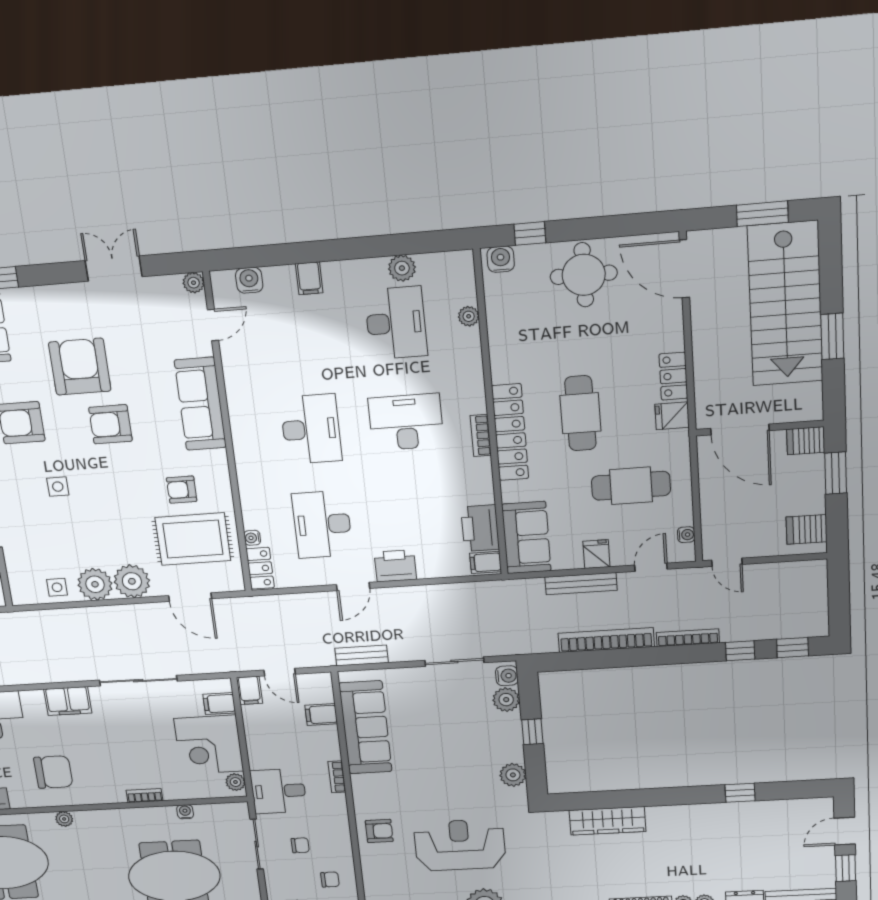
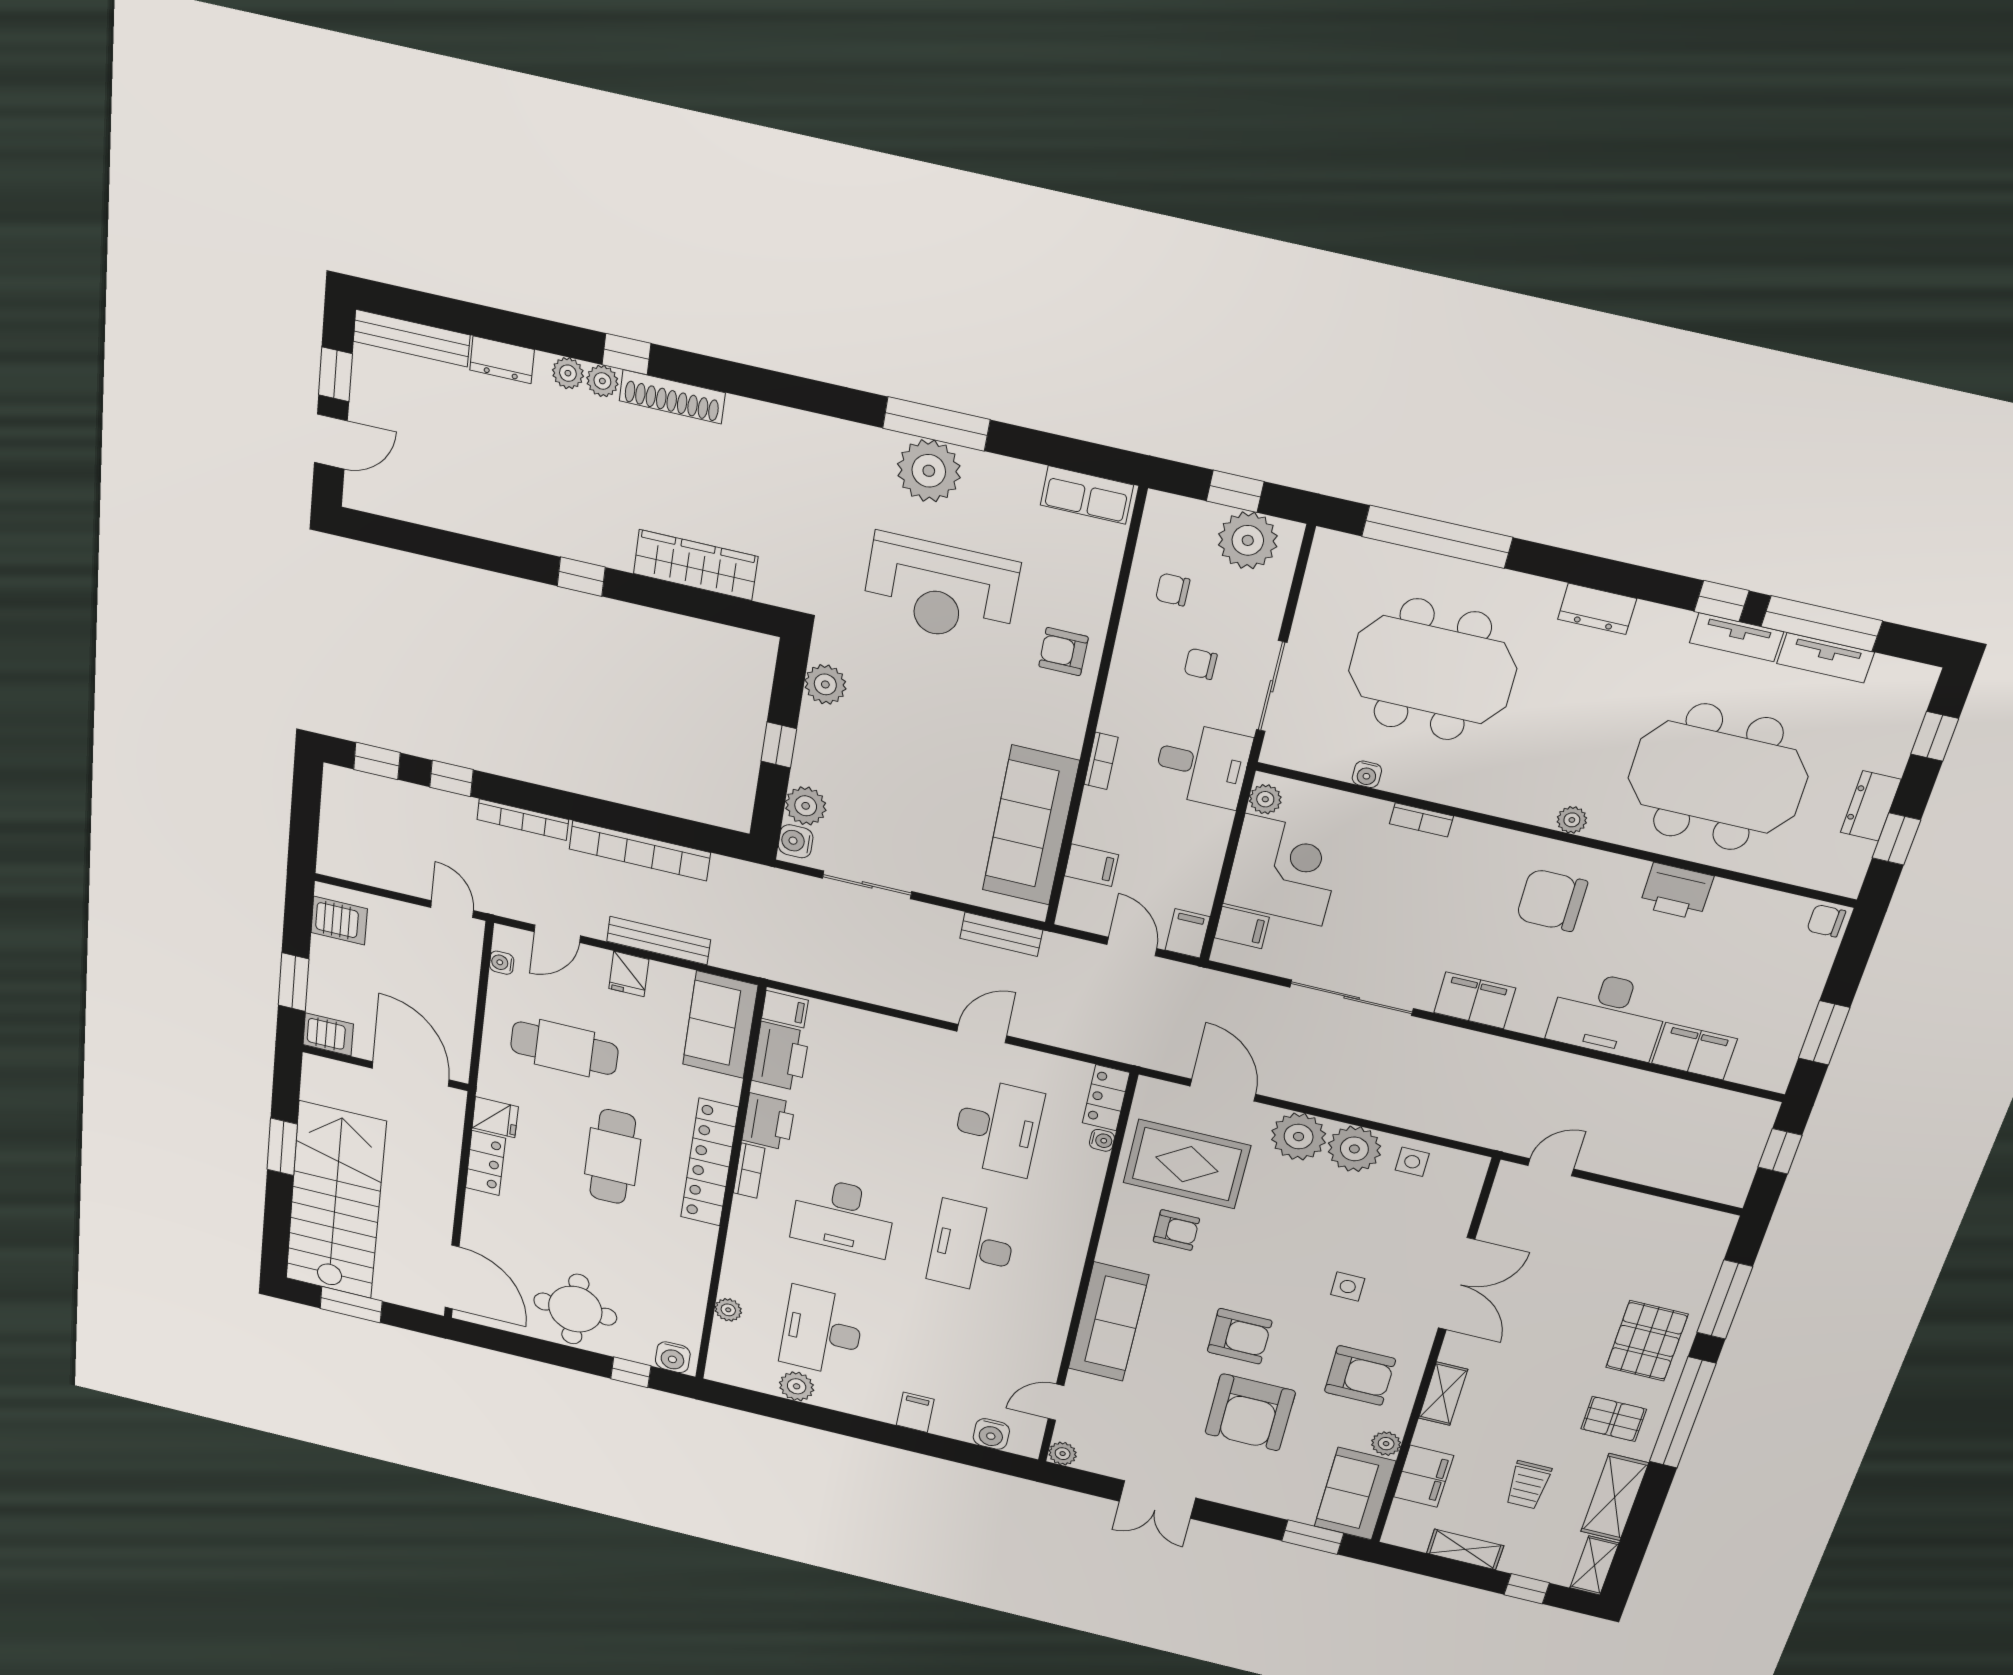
printer: (395, 566) -> (768, 1122), moved, turned -90
window: (740, 793) -> (581, 577), moved

